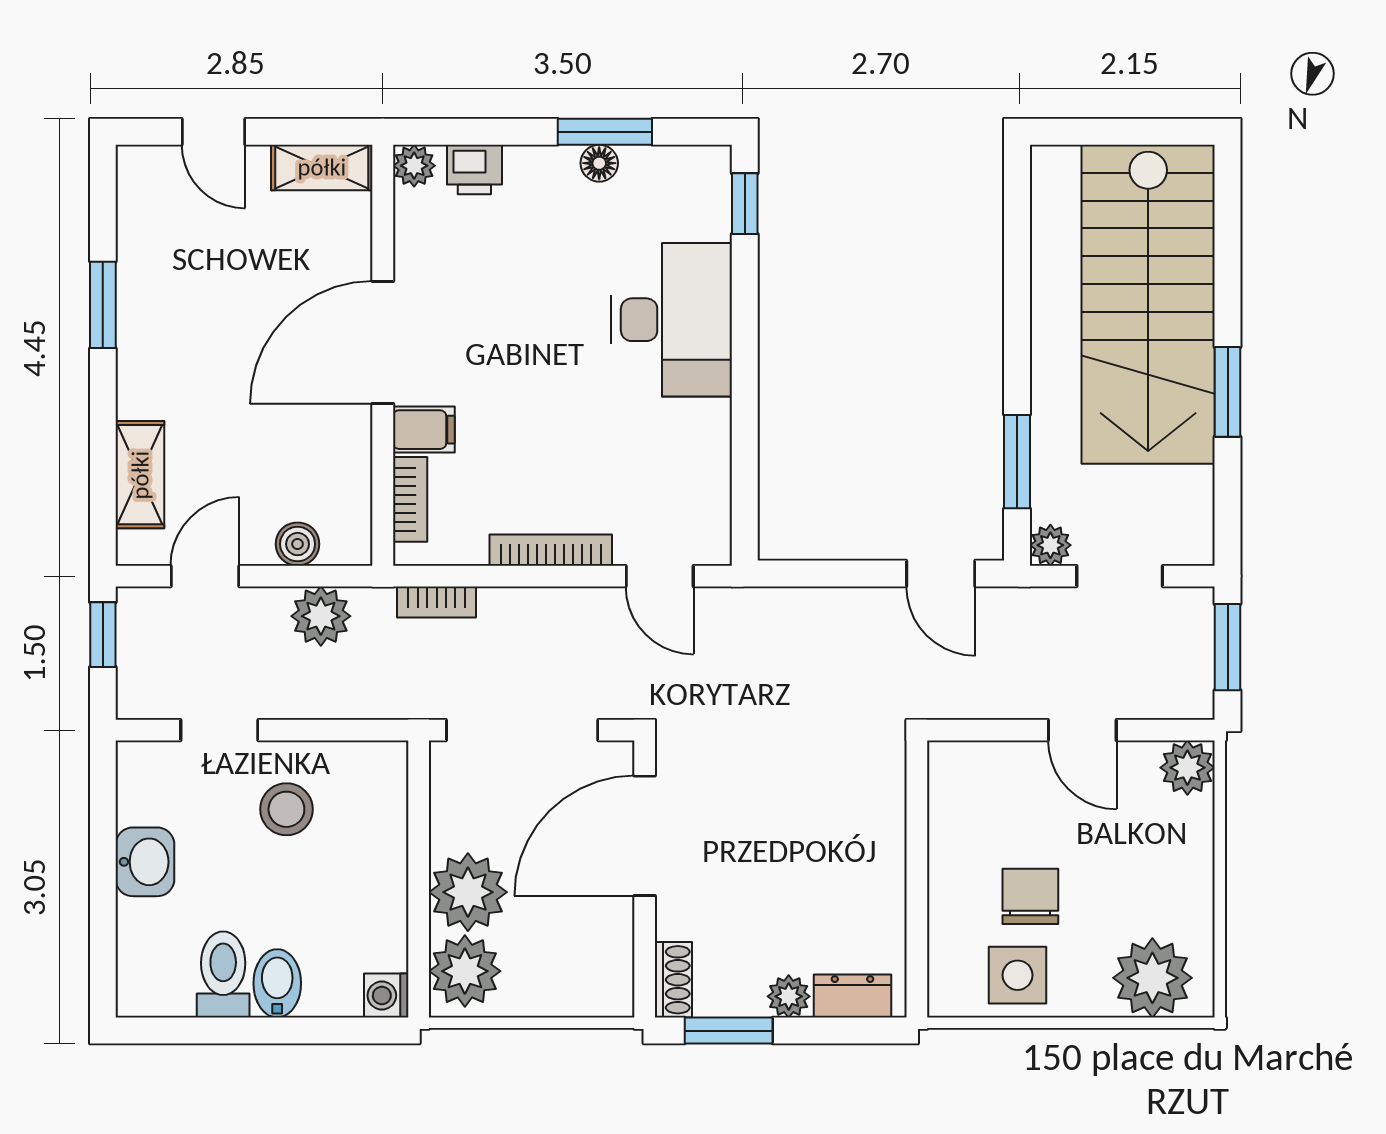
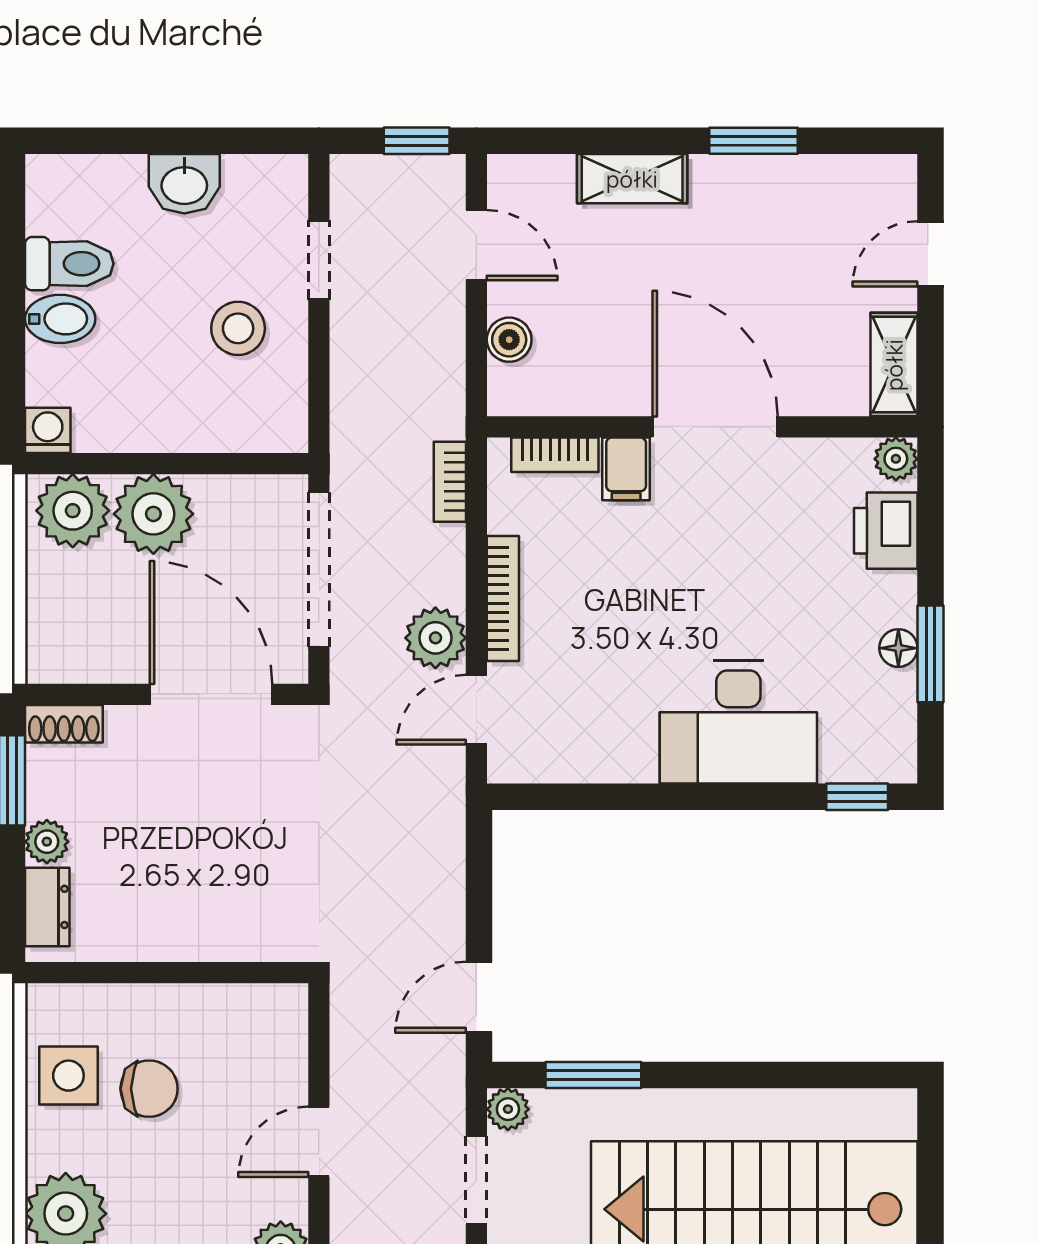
printer: (474, 170) -> (886, 531), width x1.36, depth x1.24
shelving: (140, 475) -> (632, 179), moved
plant: (321, 616) -> (435, 638), moved

